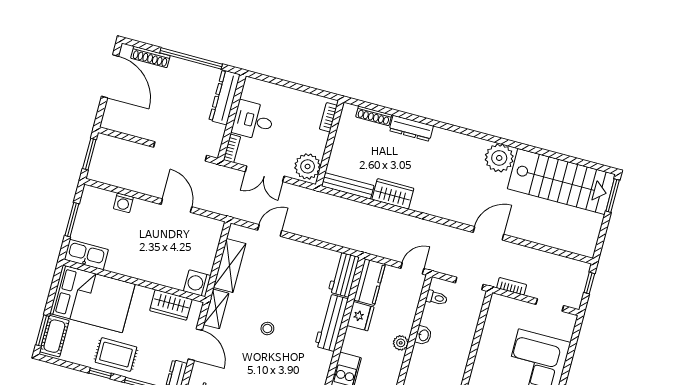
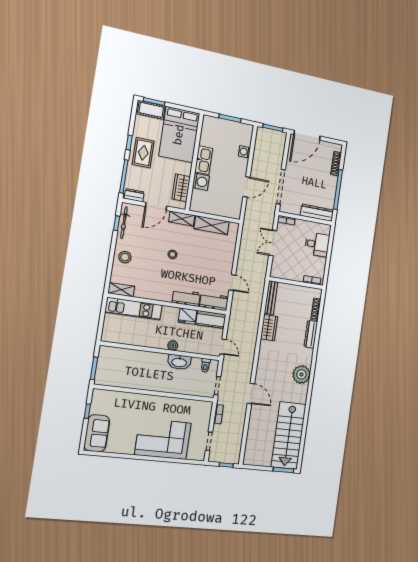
door: (110, 76) -> (307, 135), moved
desk: (253, 120) -> (317, 244), moved, turned 90
plant: (499, 158) -> (301, 374), moved
plant: (308, 166) -> (280, 270), removed
door: (270, 230) -> (232, 283), moved
kitchen sink: (86, 254) -> (204, 160), moved
washing machine: (197, 283) -> (201, 182), moved, turned 90
workbench: (331, 323) -> (186, 298), width x0.73
washbasin: (423, 335) -> (179, 362), width x1.91, depth x1.45

